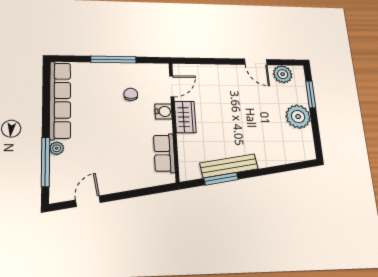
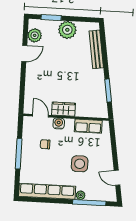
side table: (106, 144) -> (80, 164), added
bench: (229, 166) -> (96, 49), moved

